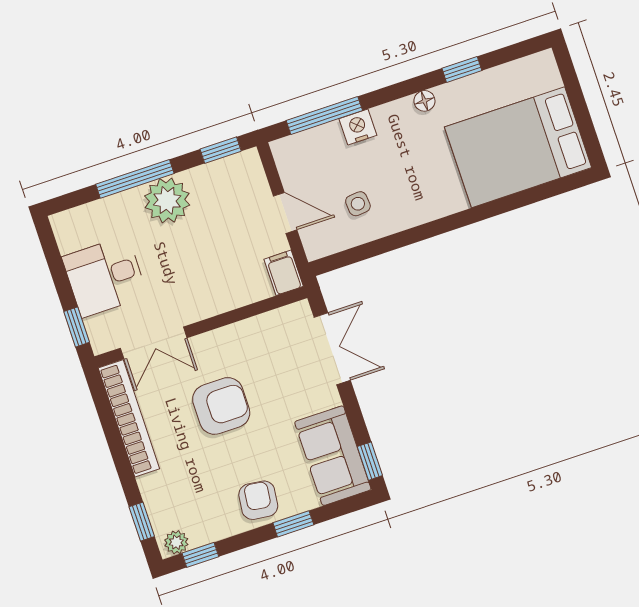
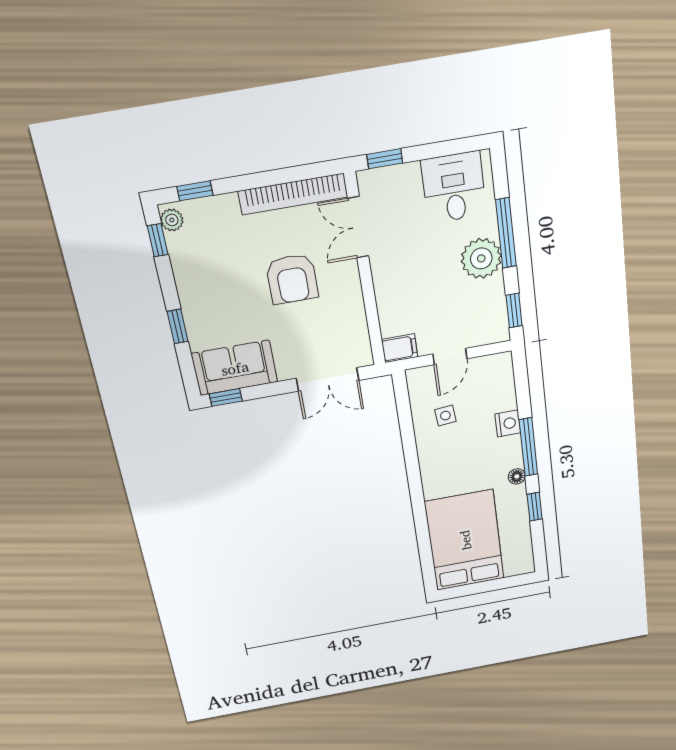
window: (324, 115) -> (528, 447), moved
desk: (105, 277) -> (454, 187), moved
armchair: (258, 500) -> (203, 299), removed

